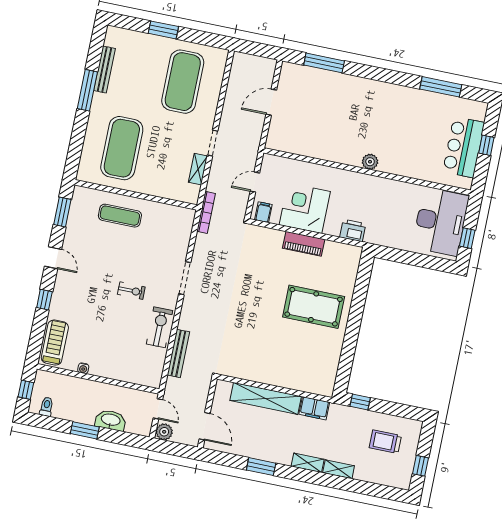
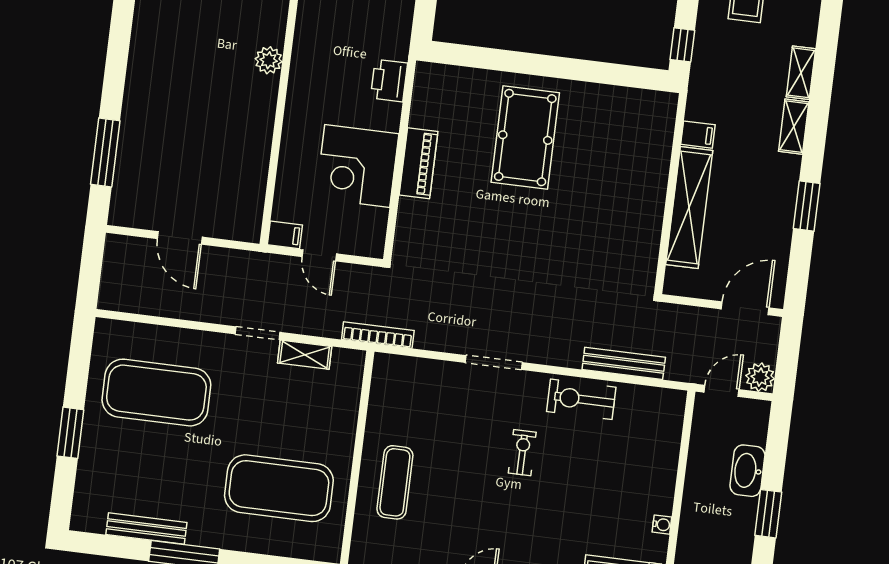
filing cabinet: (263, 212) -> (285, 235), moved, turned 180
filing cabinet: (314, 408) -> (698, 135), width x0.50

